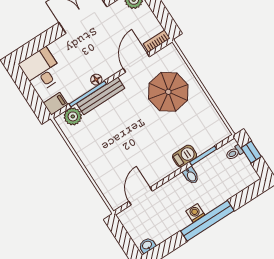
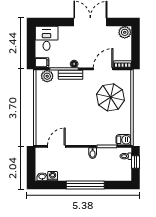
bench: (101, 96) -> (71, 75), width x0.73
barbecue: (185, 156) -> (124, 140), moved
washing machine: (195, 213) -> (53, 176), moved

